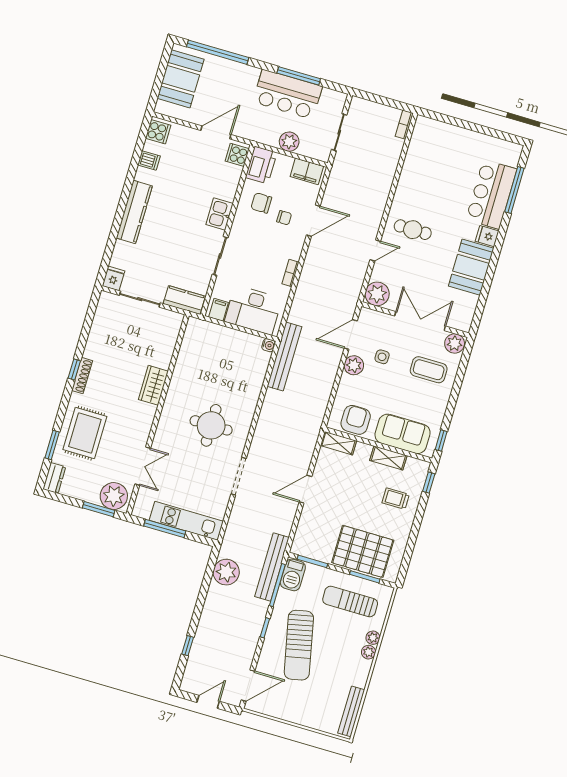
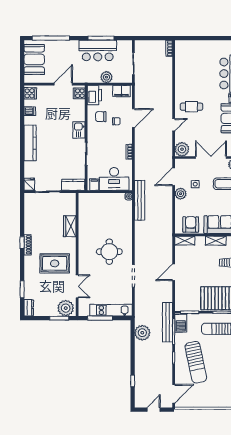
wardrobe: (153, 385) -> (70, 226), moved
rug: (85, 433) -> (55, 263), moved, turned 90

